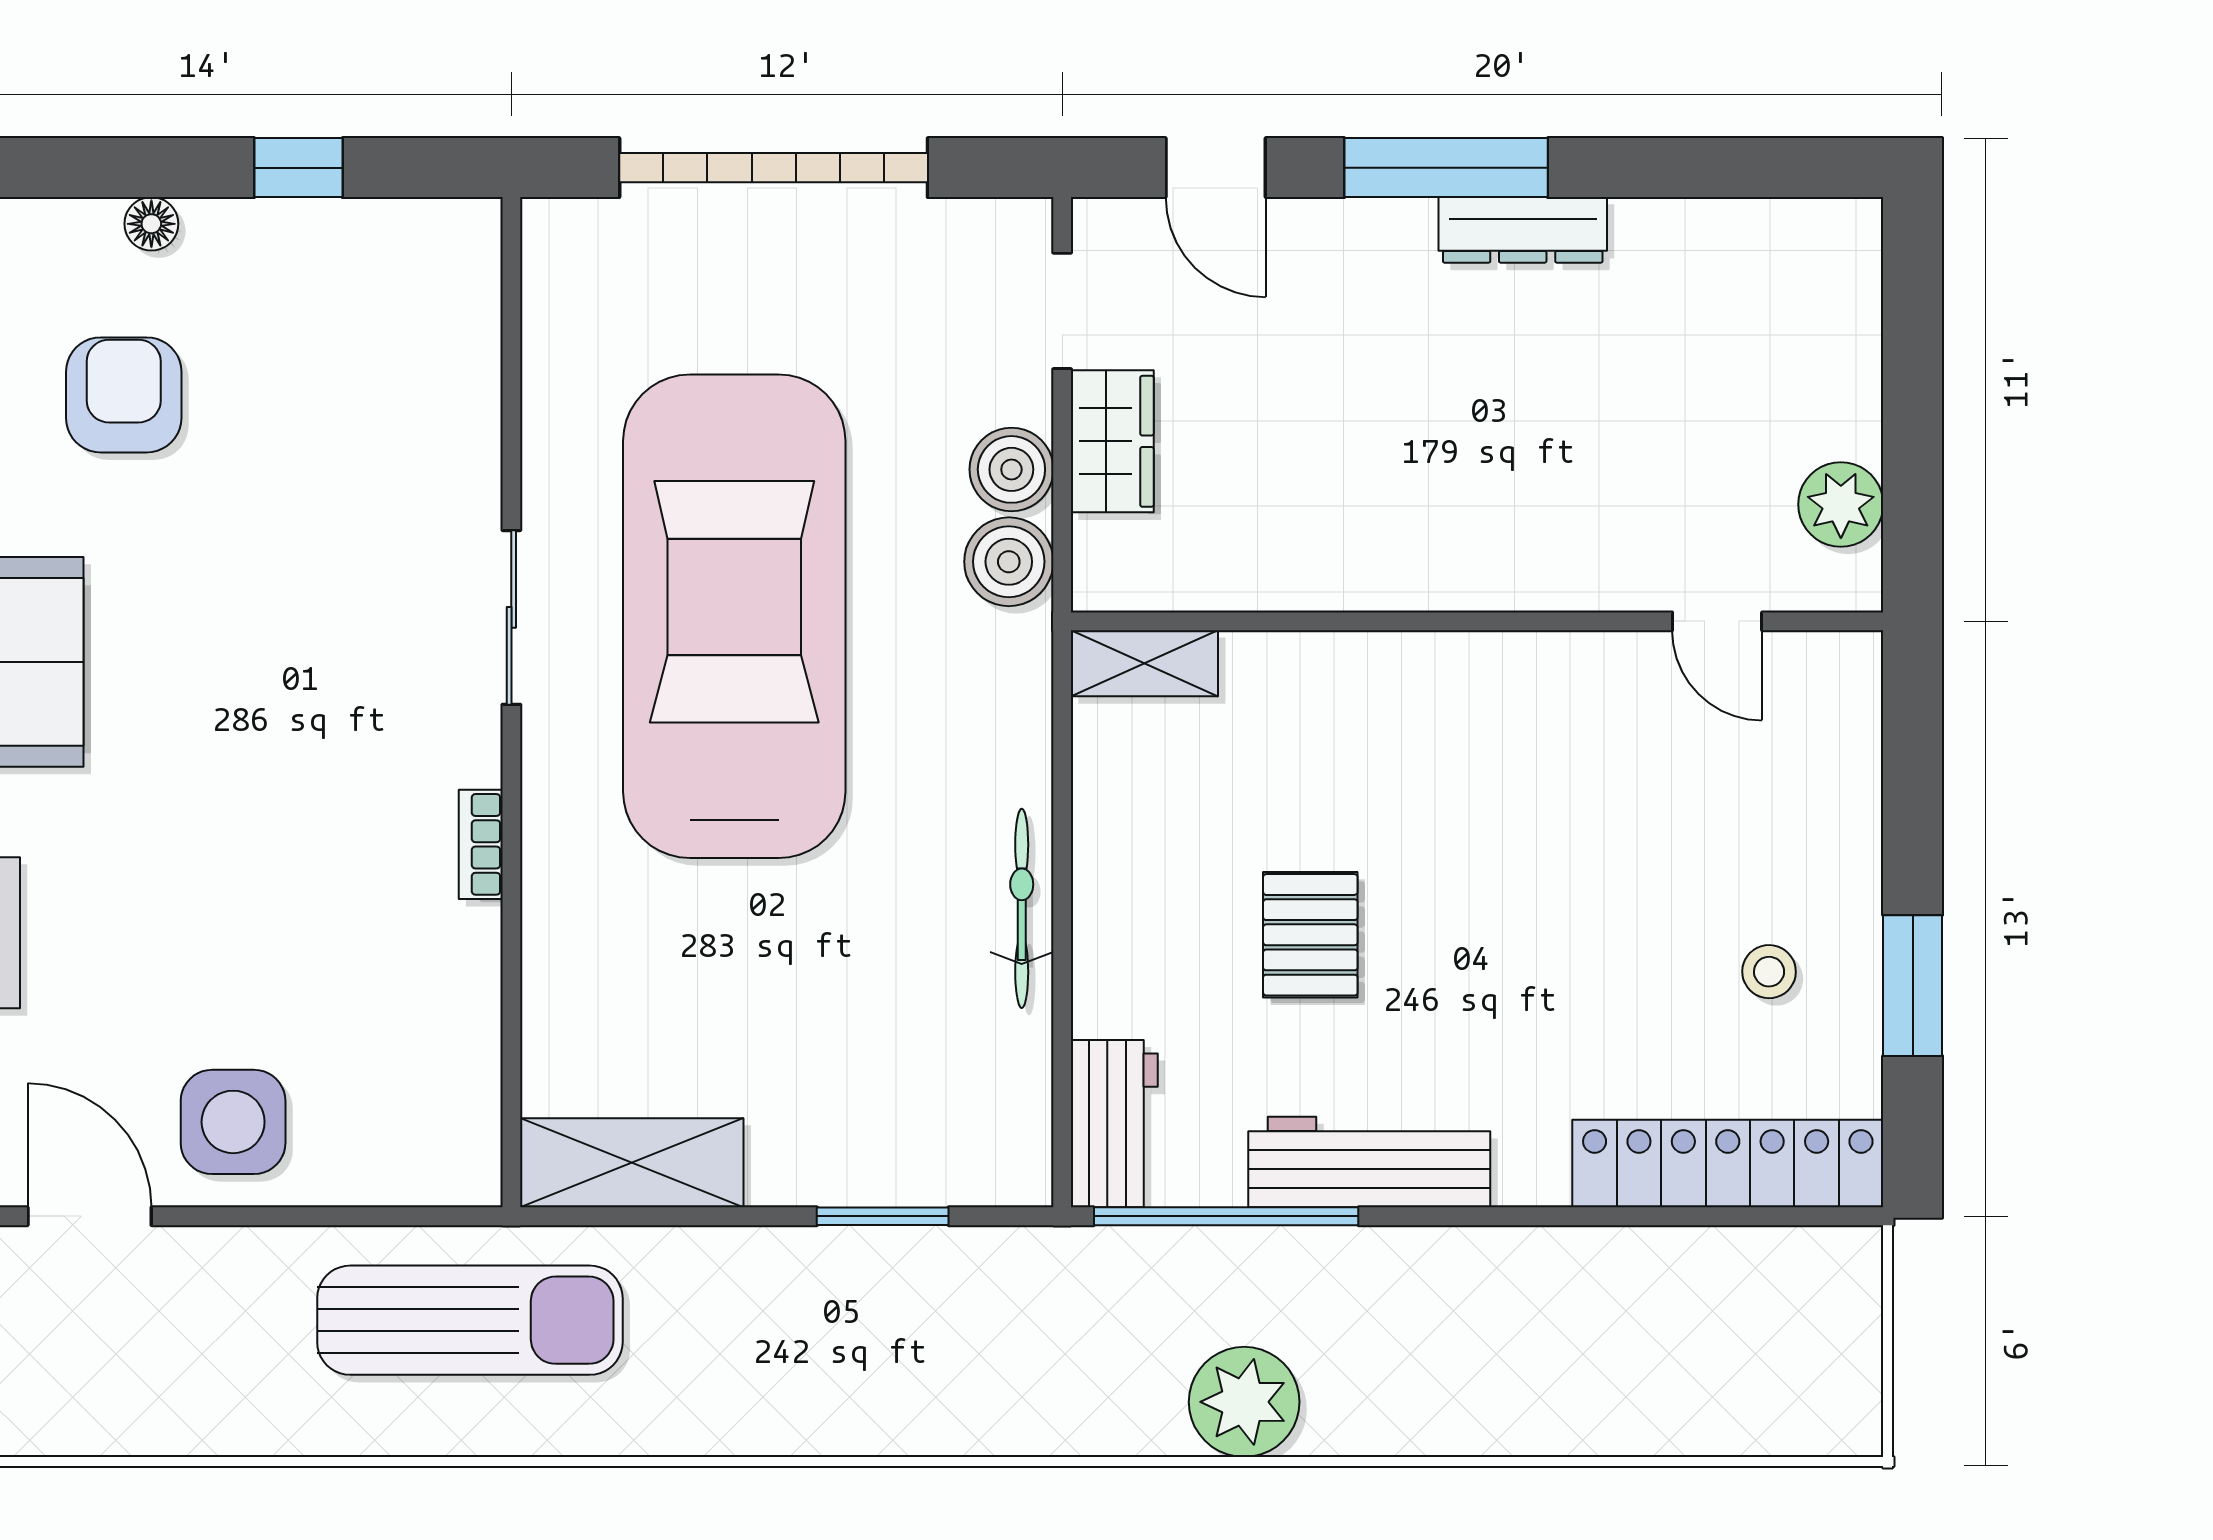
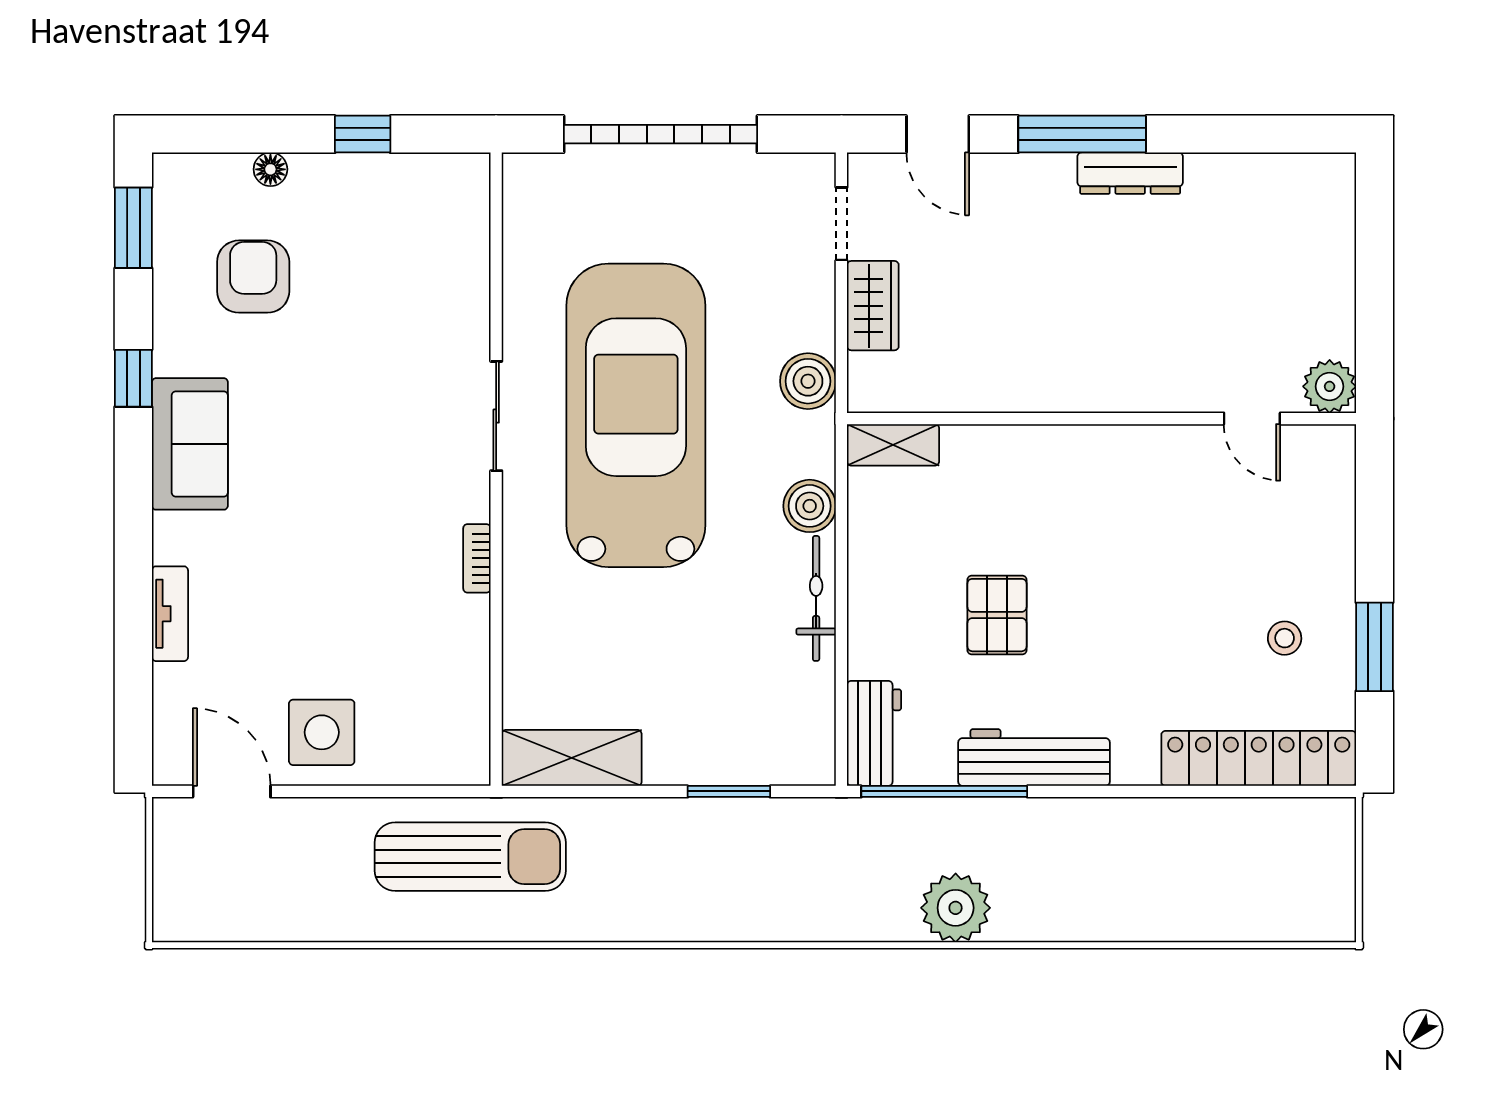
boiler: (1011, 469) -> (810, 506), moved
plant: (1841, 504) -> (1330, 386), moved

